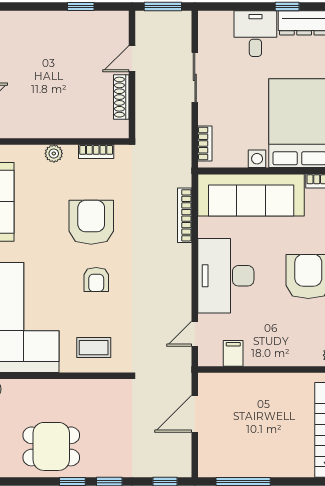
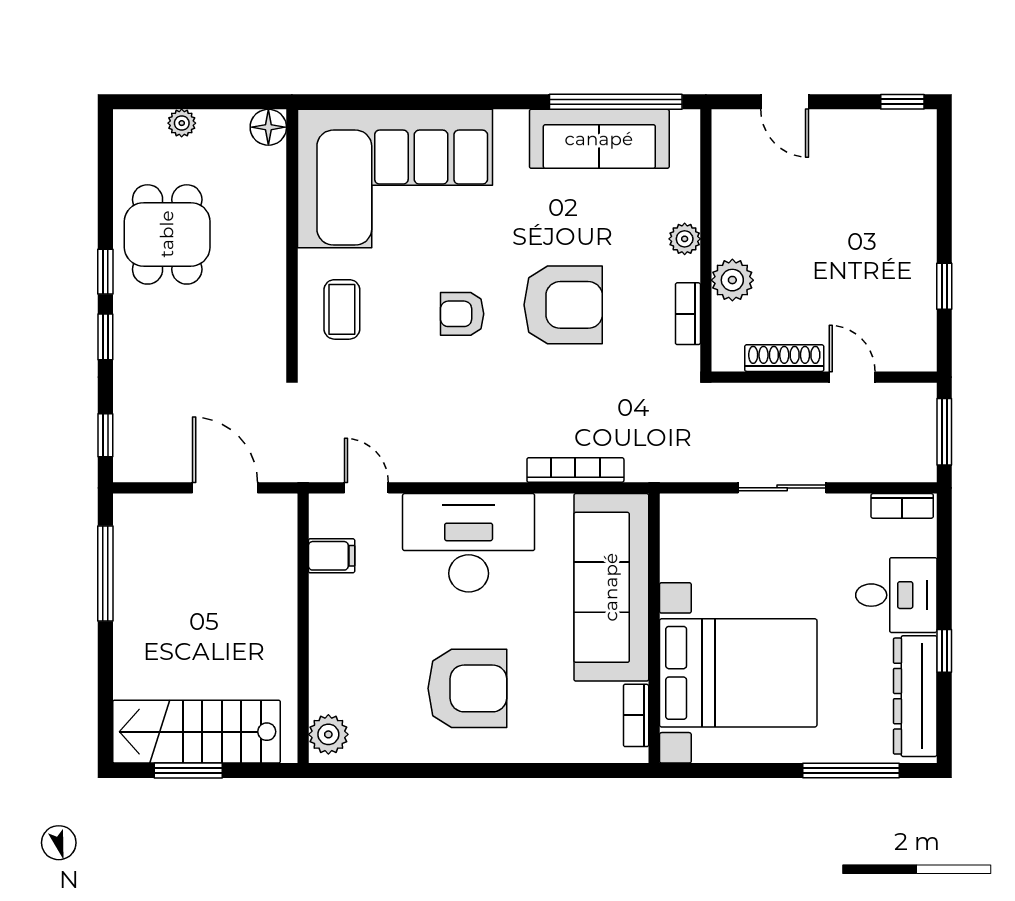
sliding door: (195, 77) -> (782, 488), moved
plant: (77, 126) -> (732, 280), added
bookcase: (205, 143) -> (902, 506), moved

